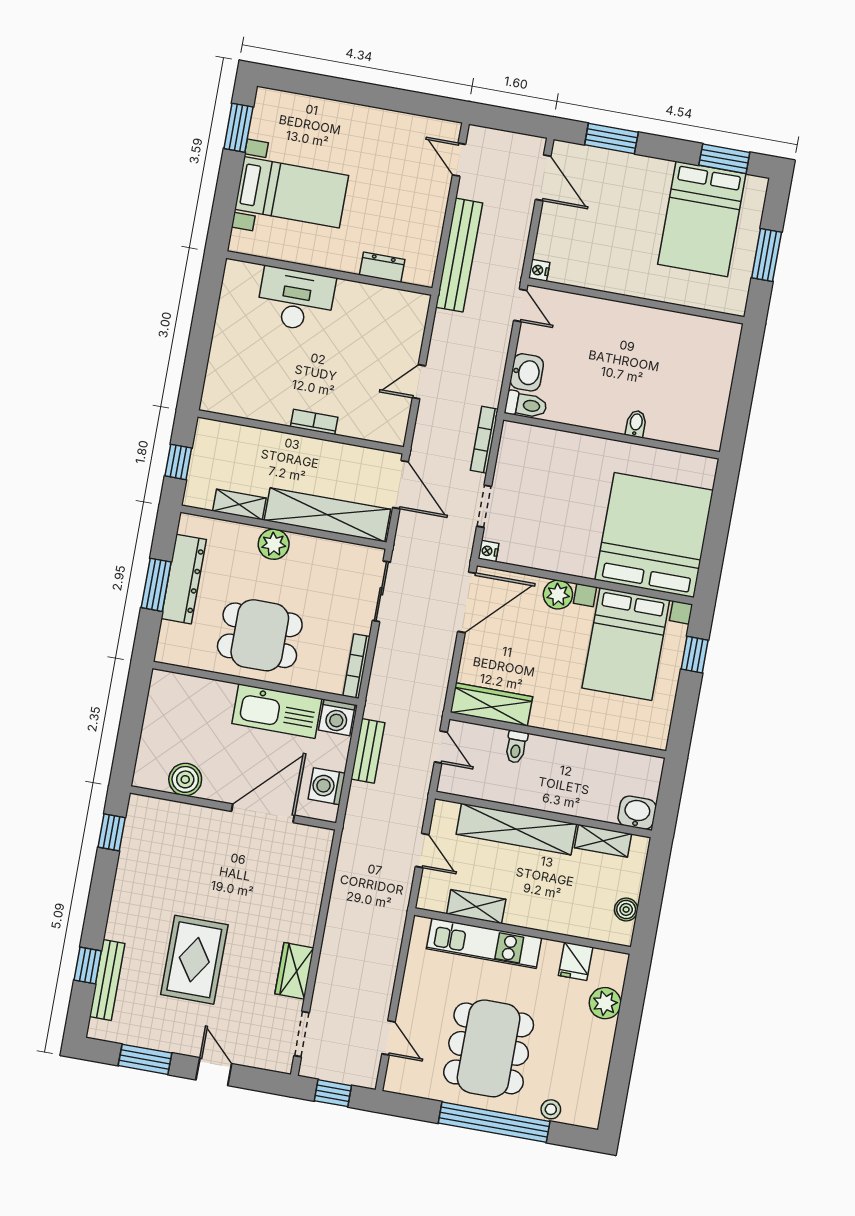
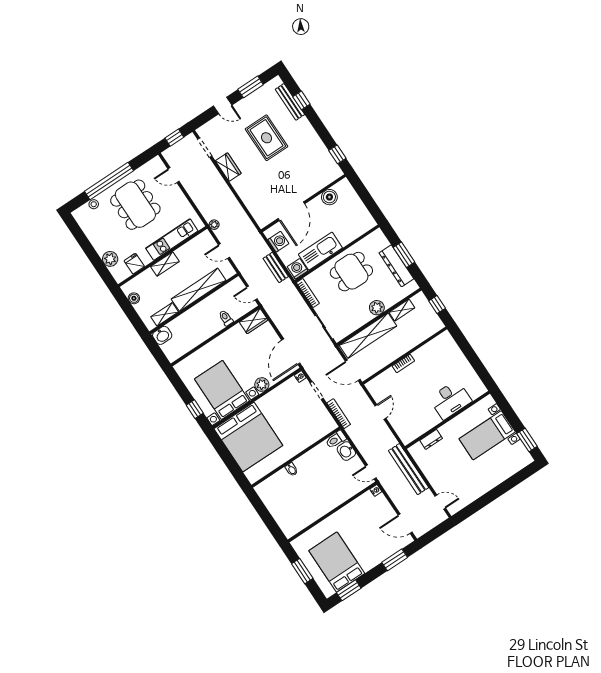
wardrobe: (491, 705) -> (254, 321), width x0.67
plant: (399, 905) -> (214, 225), added
shelving: (476, 907) -> (165, 264), moved

